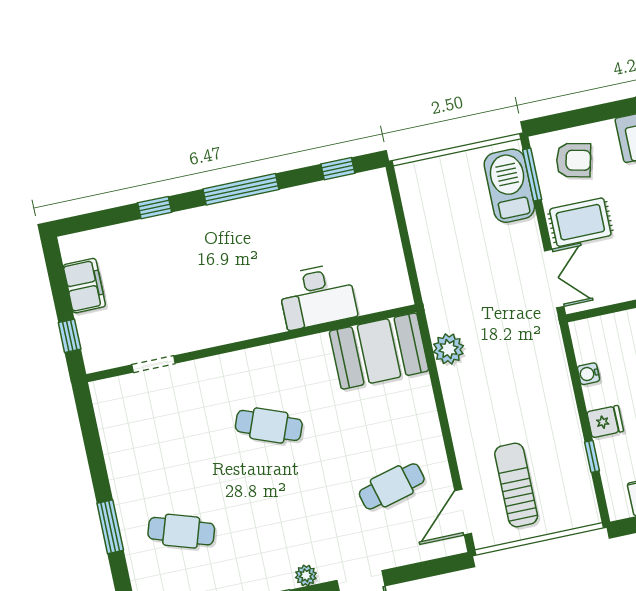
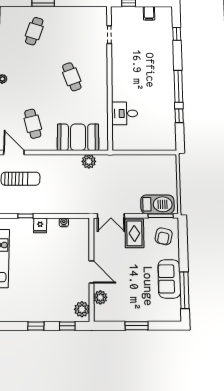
window: (338, 169) -> (179, 116), moved
window: (155, 208) -> (177, 34), moved
filing cabinet: (84, 286) -> (149, 13), width x0.50
desk: (317, 296) -> (125, 113), width x0.73
booth: (379, 351) -> (78, 137), moved, turned 90
cafe table: (269, 425) -> (72, 77), turned -42

